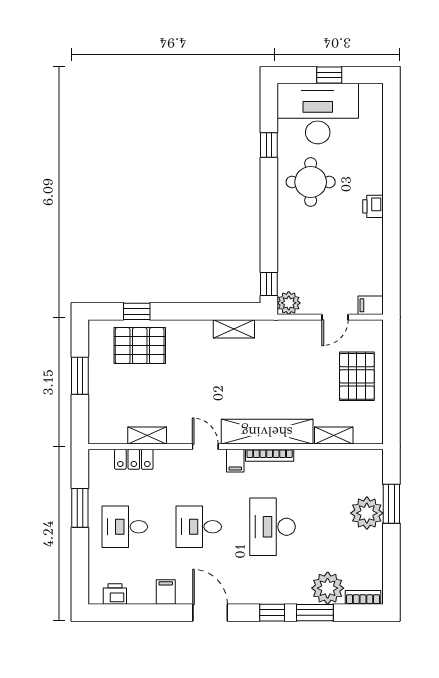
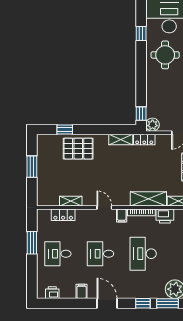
locker: (274, 329) -> (144, 140), added
pallet: (140, 346) -> (78, 149), moved
shelving: (267, 432) -> (148, 199), width x0.68
printer: (310, 461) -> (165, 216), added

